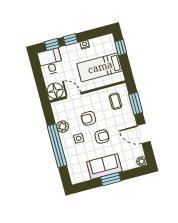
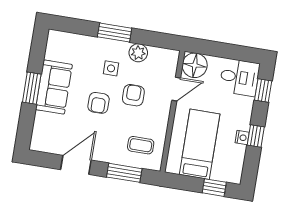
window: (71, 40) -> (256, 136), moved
window: (57, 146) -> (115, 32), width x0.47
plant: (142, 161) -> (37, 144), removed

